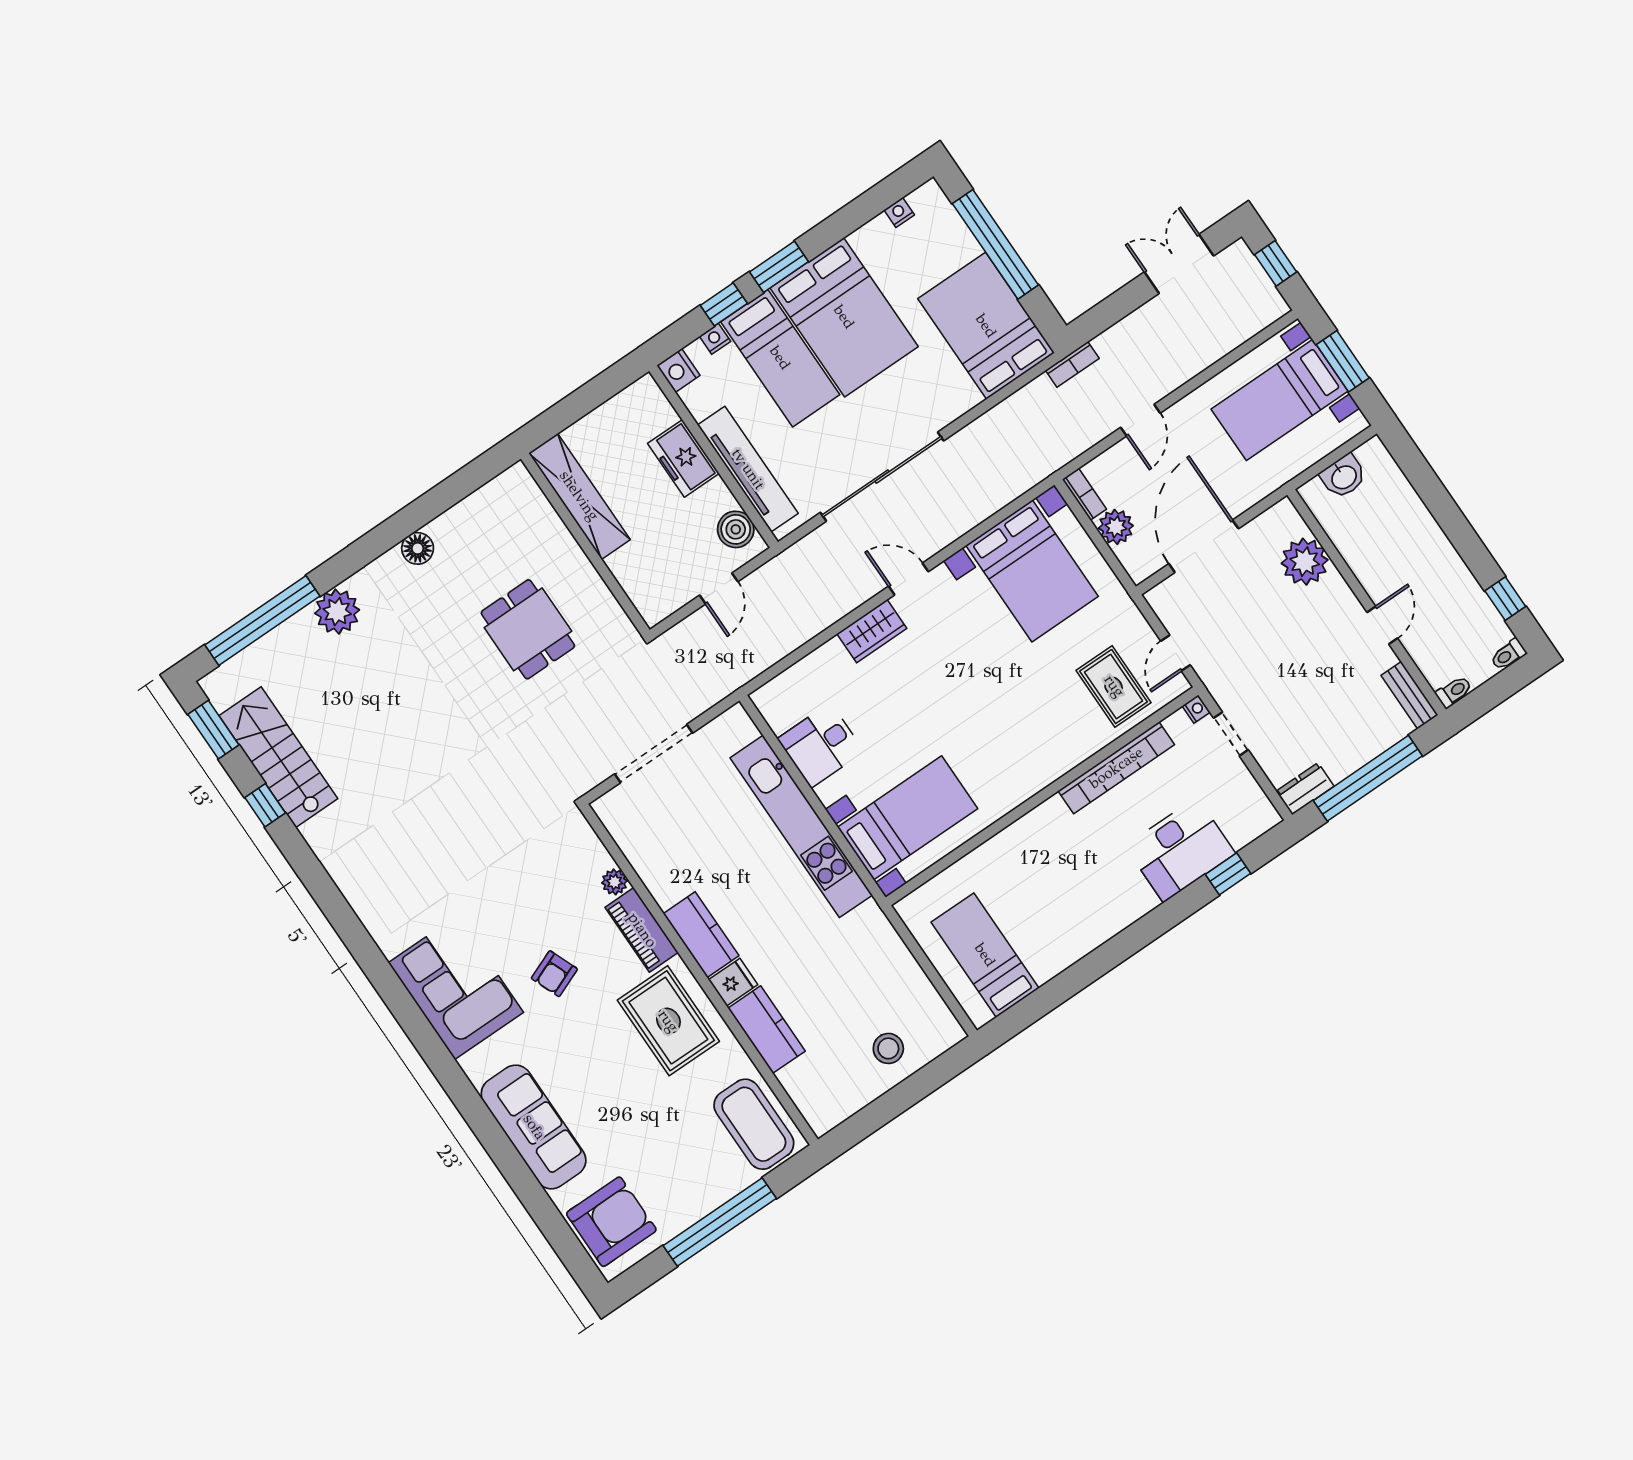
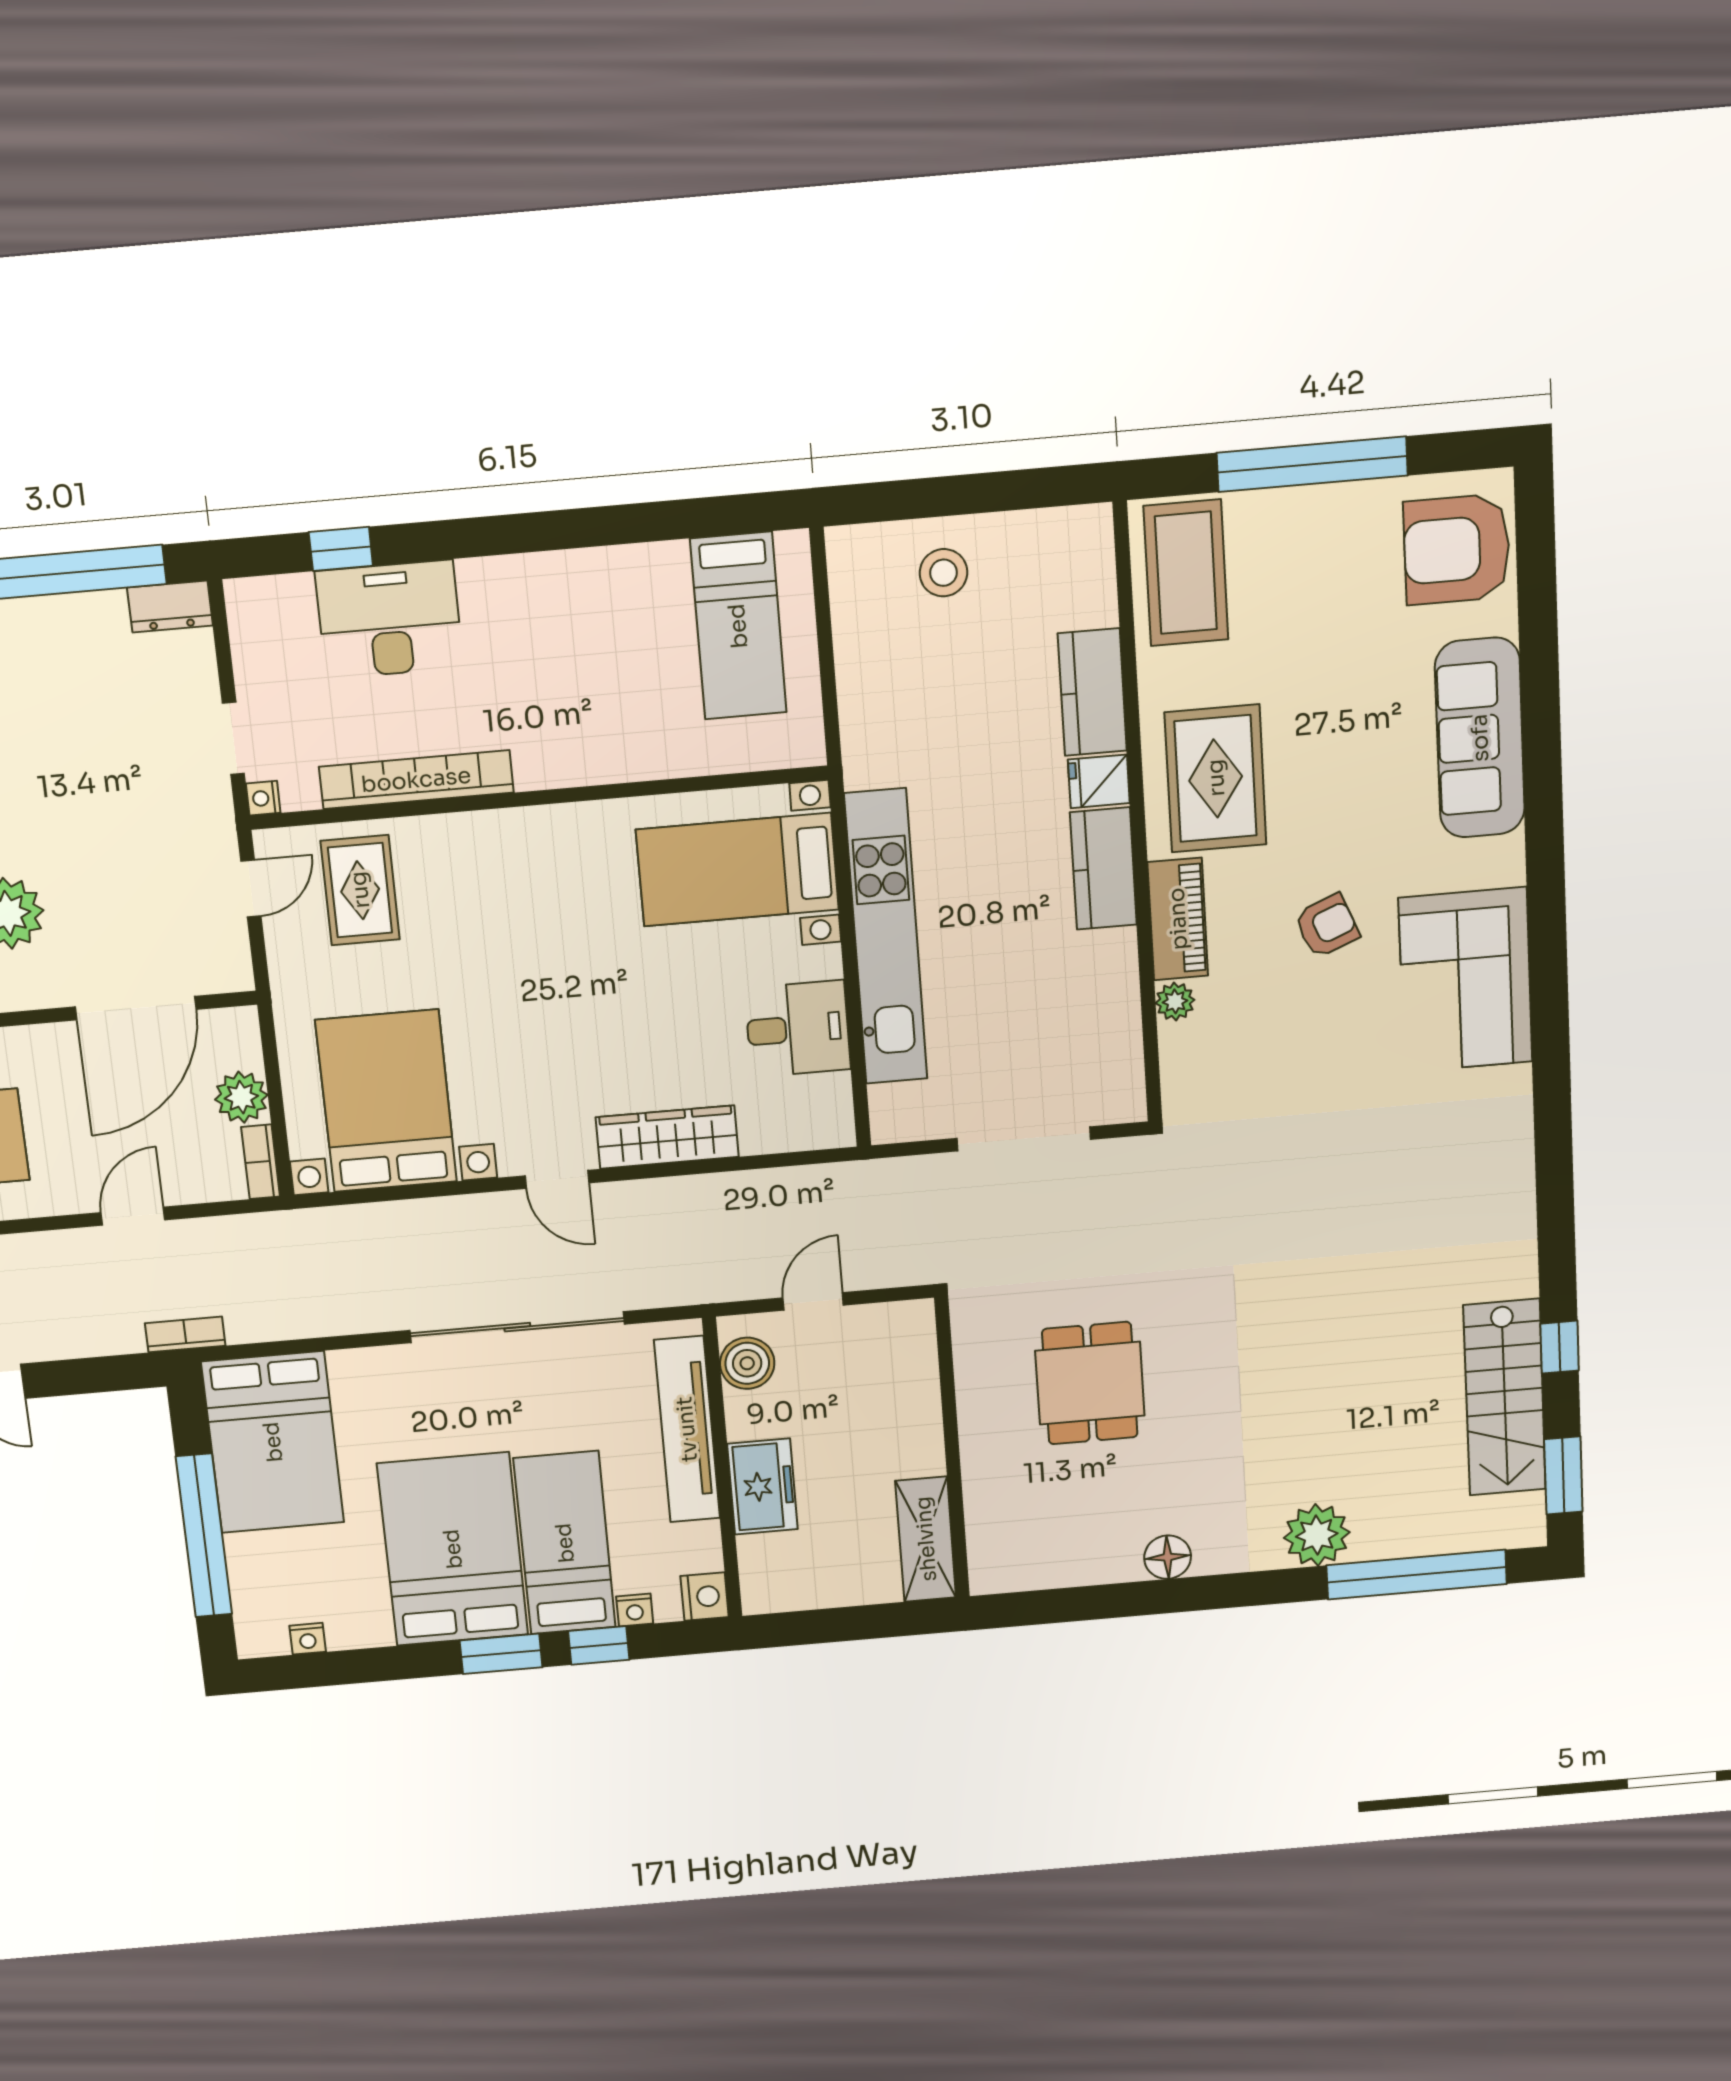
shelving: (579, 496) -> (926, 1539), width x0.68
wardrobe: (872, 631) -> (667, 1137), width x1.50

